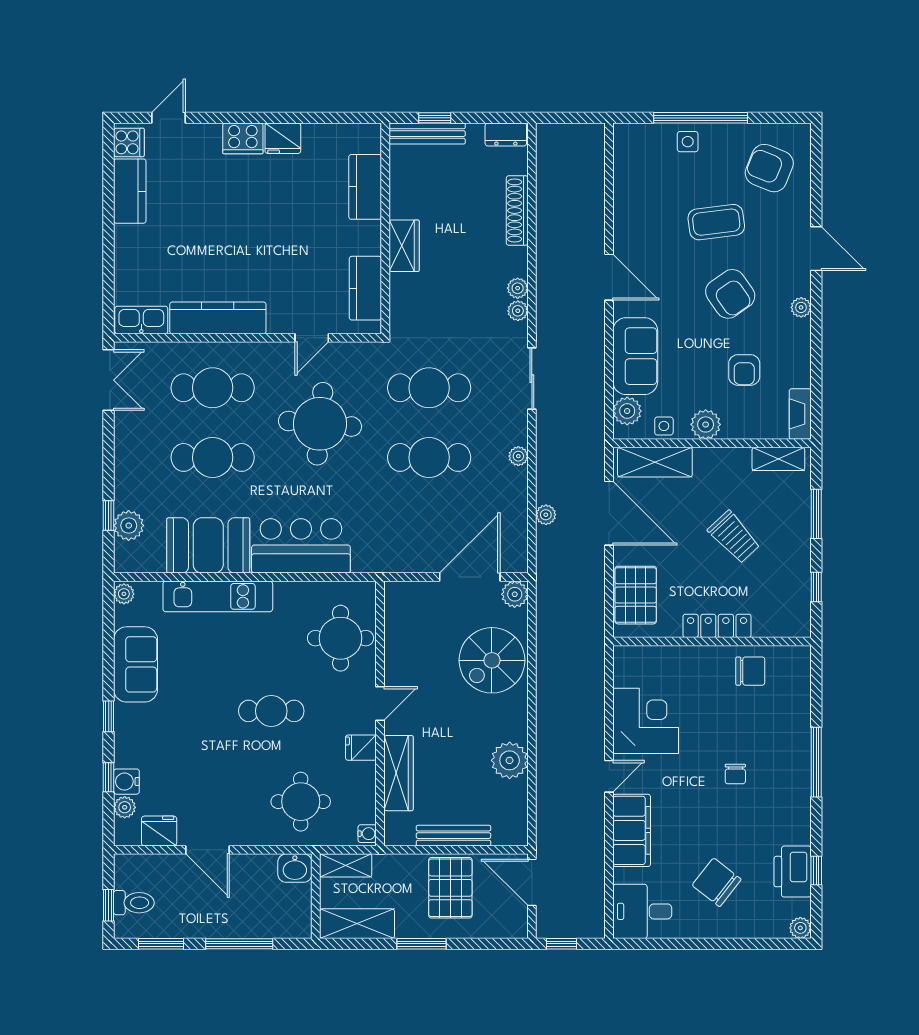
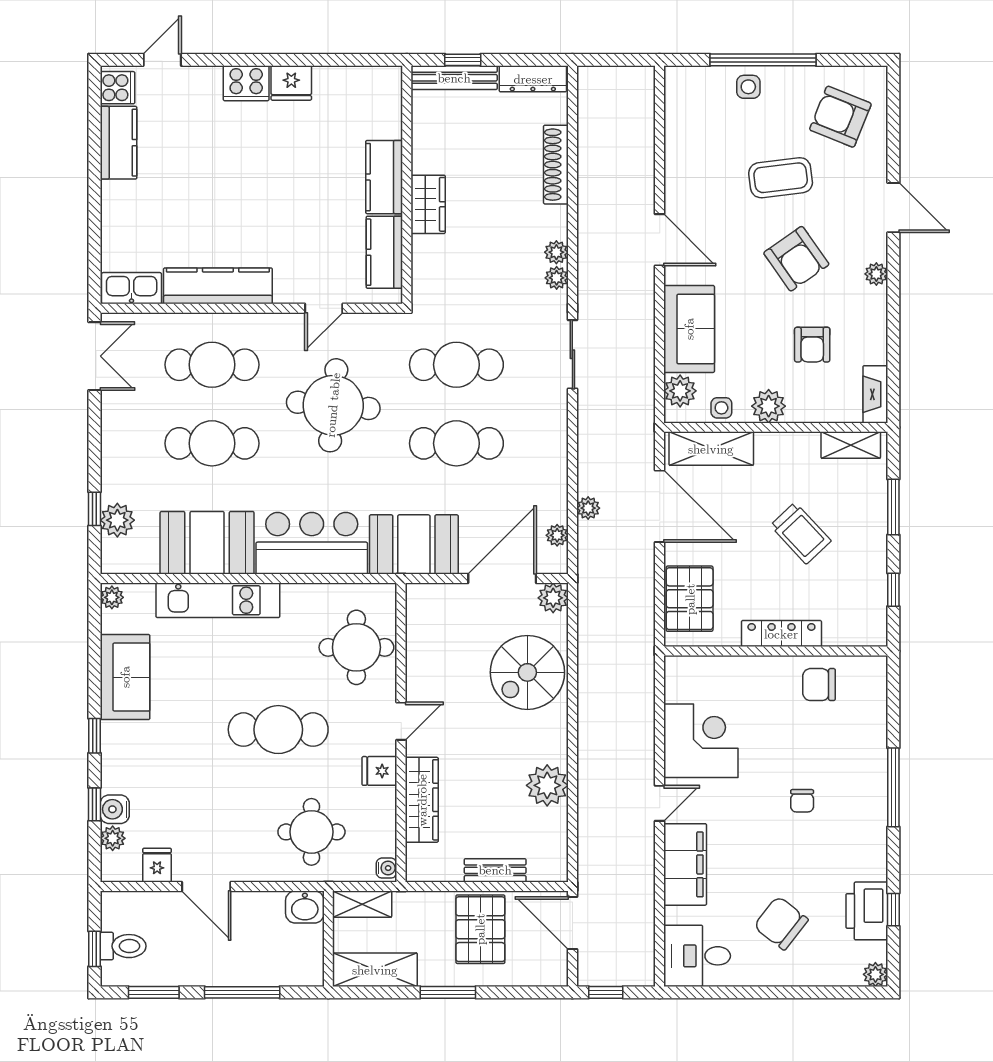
dresser: (506, 135) -> (533, 79), width x1.44
kitchen counter: (365, 187) -> (384, 177), moved
plant: (518, 456) -> (557, 535), moved
booth: (391, 547) -> (414, 544), added
chair: (750, 671) -> (819, 685), turned 180
cafe table: (271, 711) -> (278, 730), width x1.37, depth x1.35
fridge: (159, 831) -> (157, 865), width x0.72
bench: (454, 836) -> (495, 870), width x0.73

